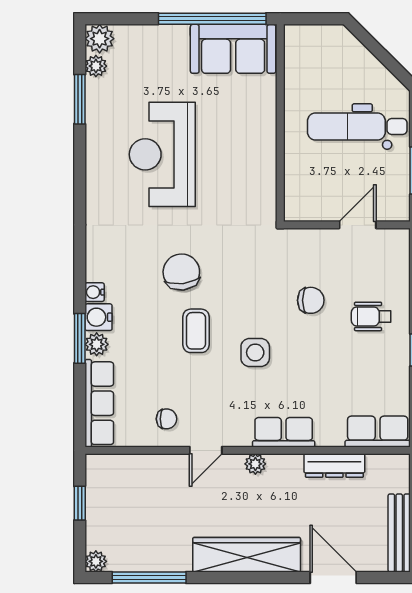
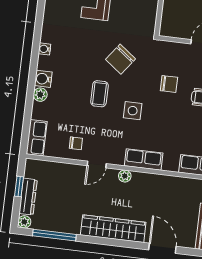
chair: (181, 272) -> (121, 59), moved, turned -136
water cooler: (95, 292) -> (45, 49), moved
window: (80, 338) -> (31, 90), removed
row of seats: (99, 403) -> (37, 138), width x0.68
dresser: (334, 465) -> (28, 197), moved, turned -90

